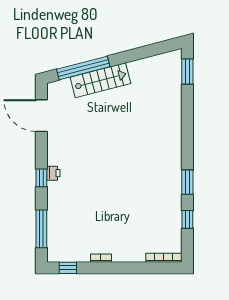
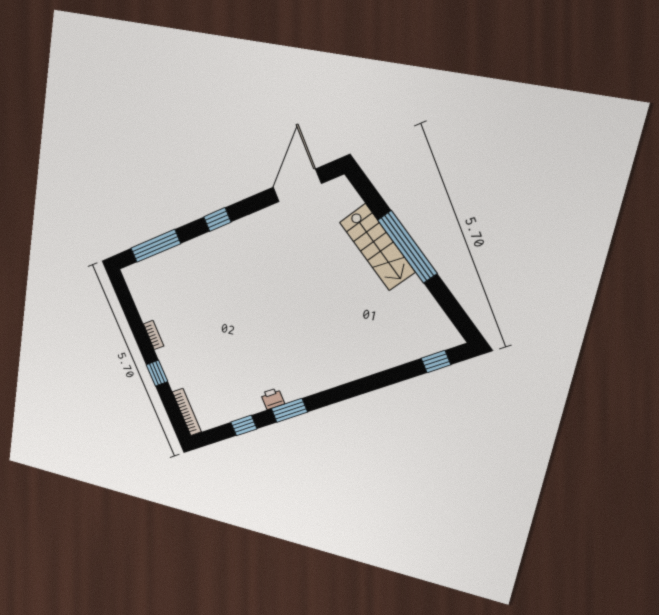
window: (83, 68) -> (407, 247), moved
window: (187, 72) -> (436, 361), width x0.67
printer: (53, 173) -> (273, 399), moved, turned 180
window: (68, 268) -> (157, 373), moved

